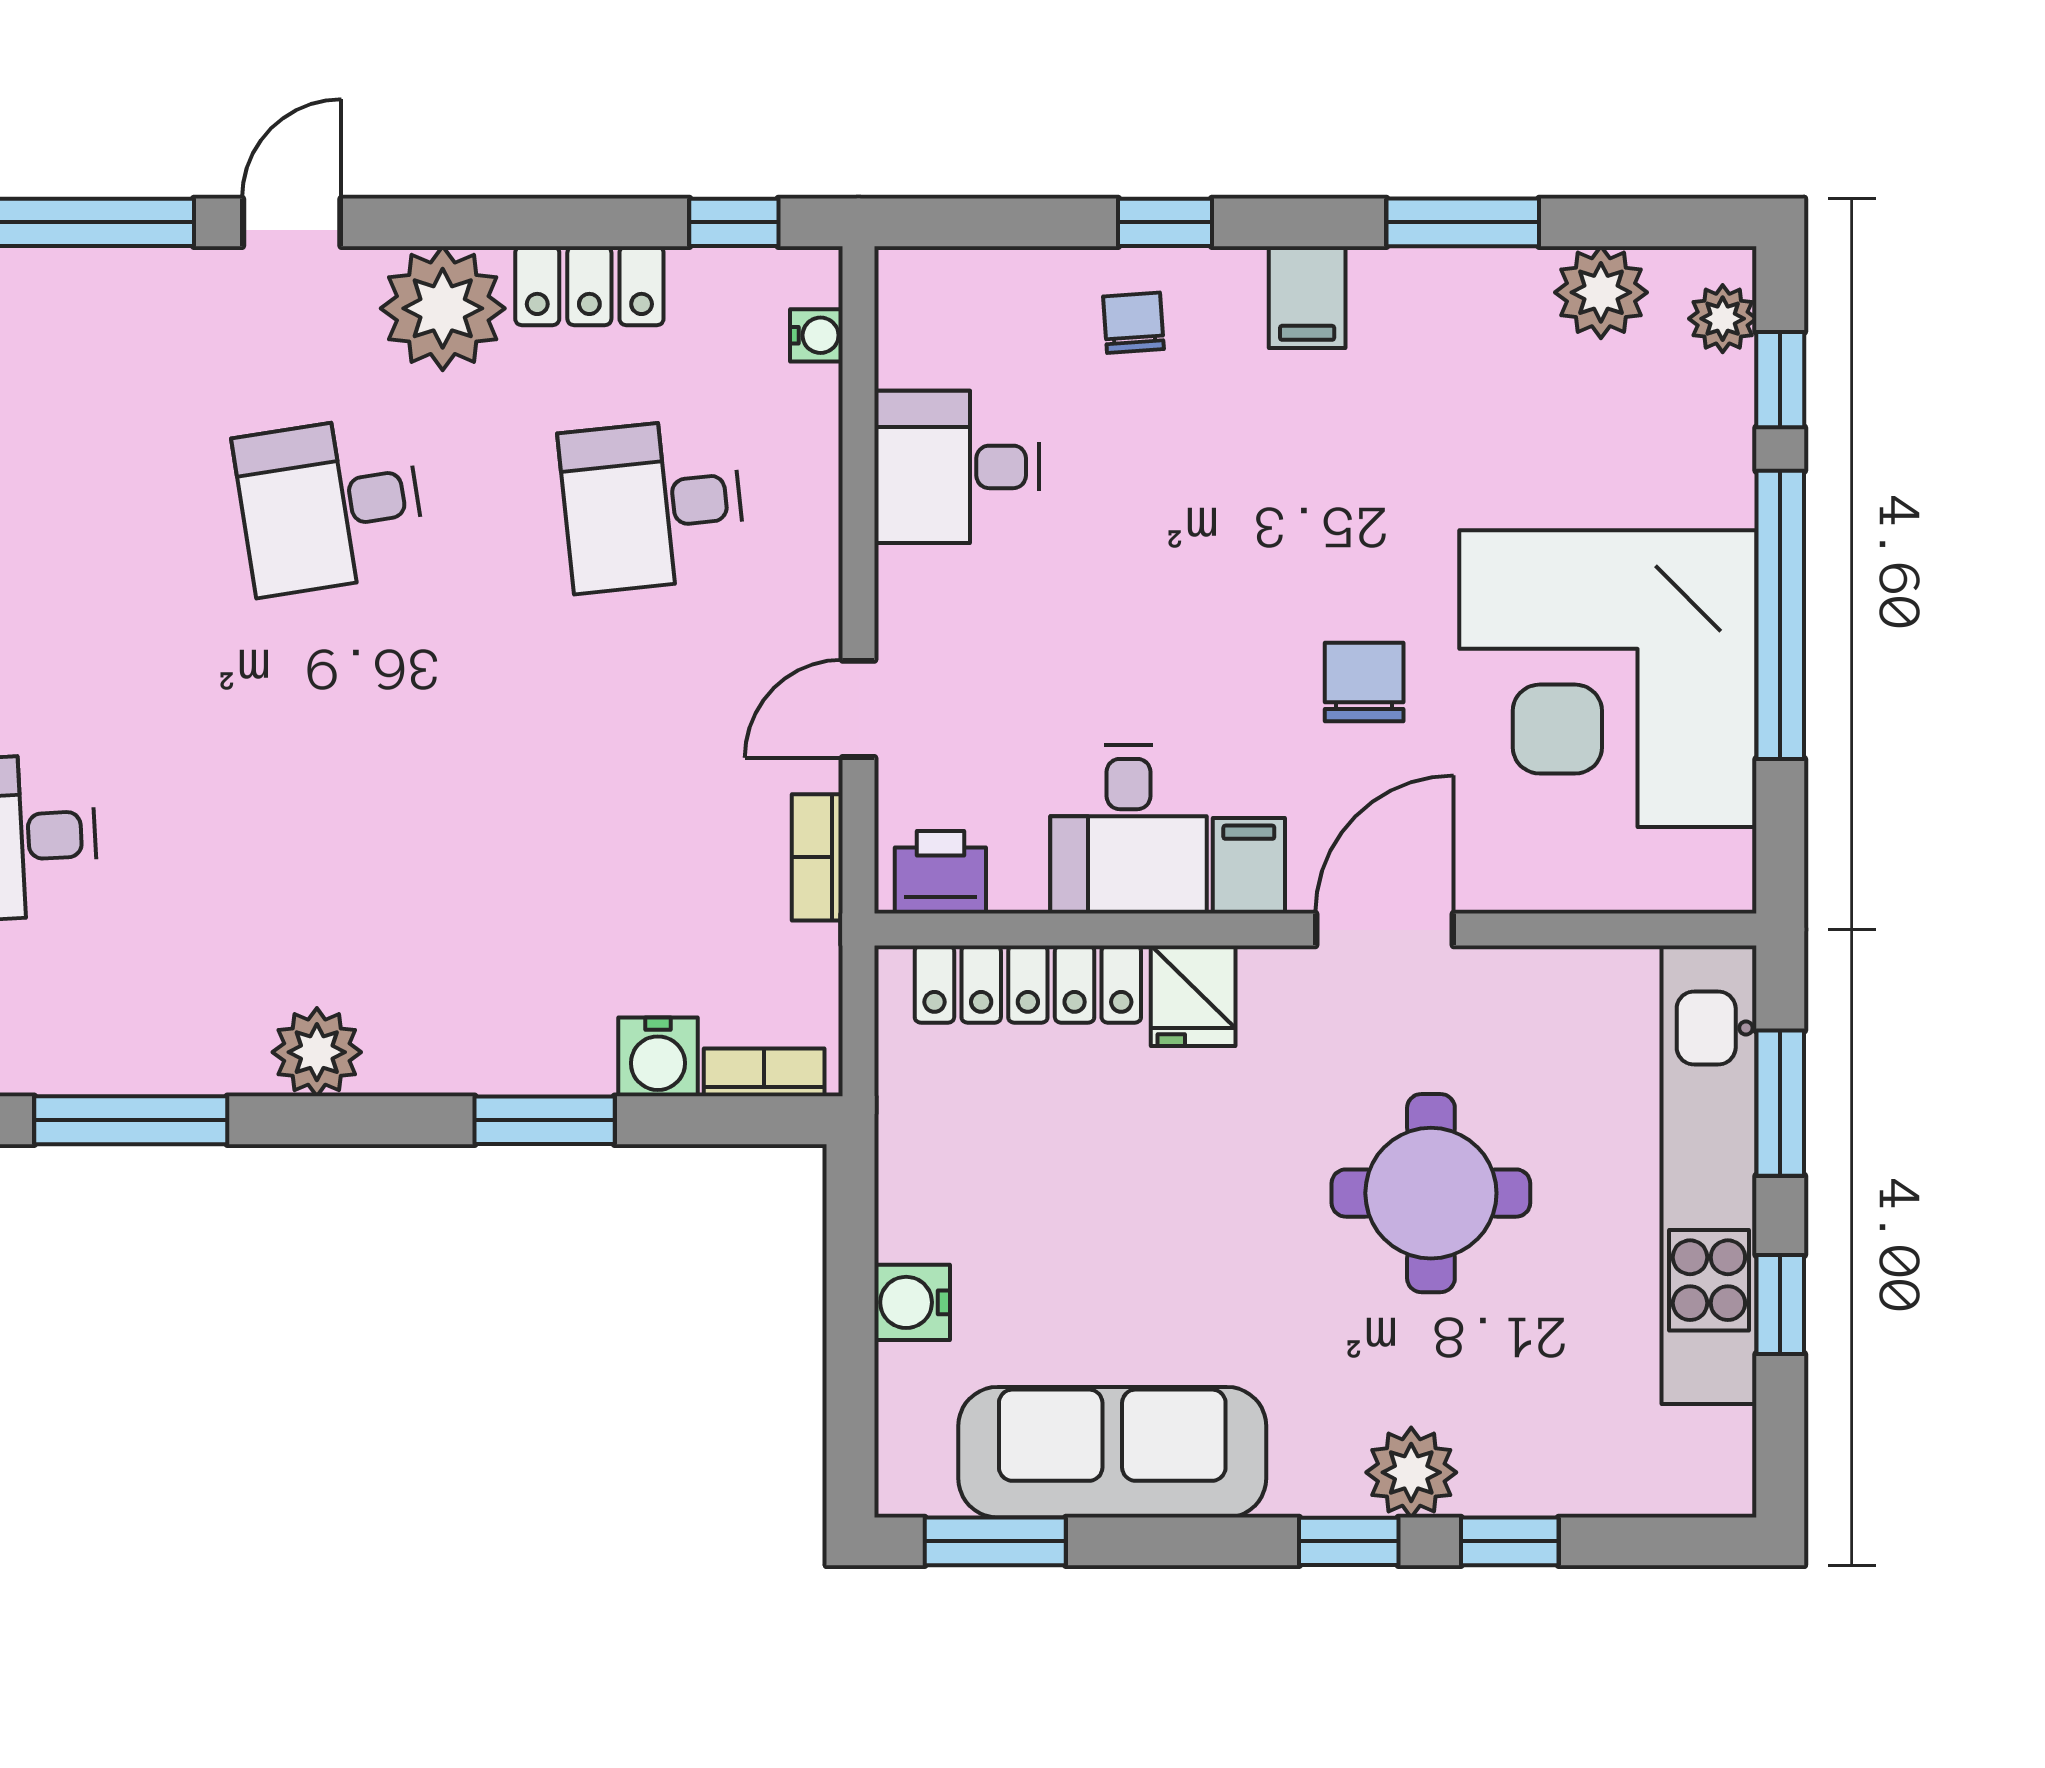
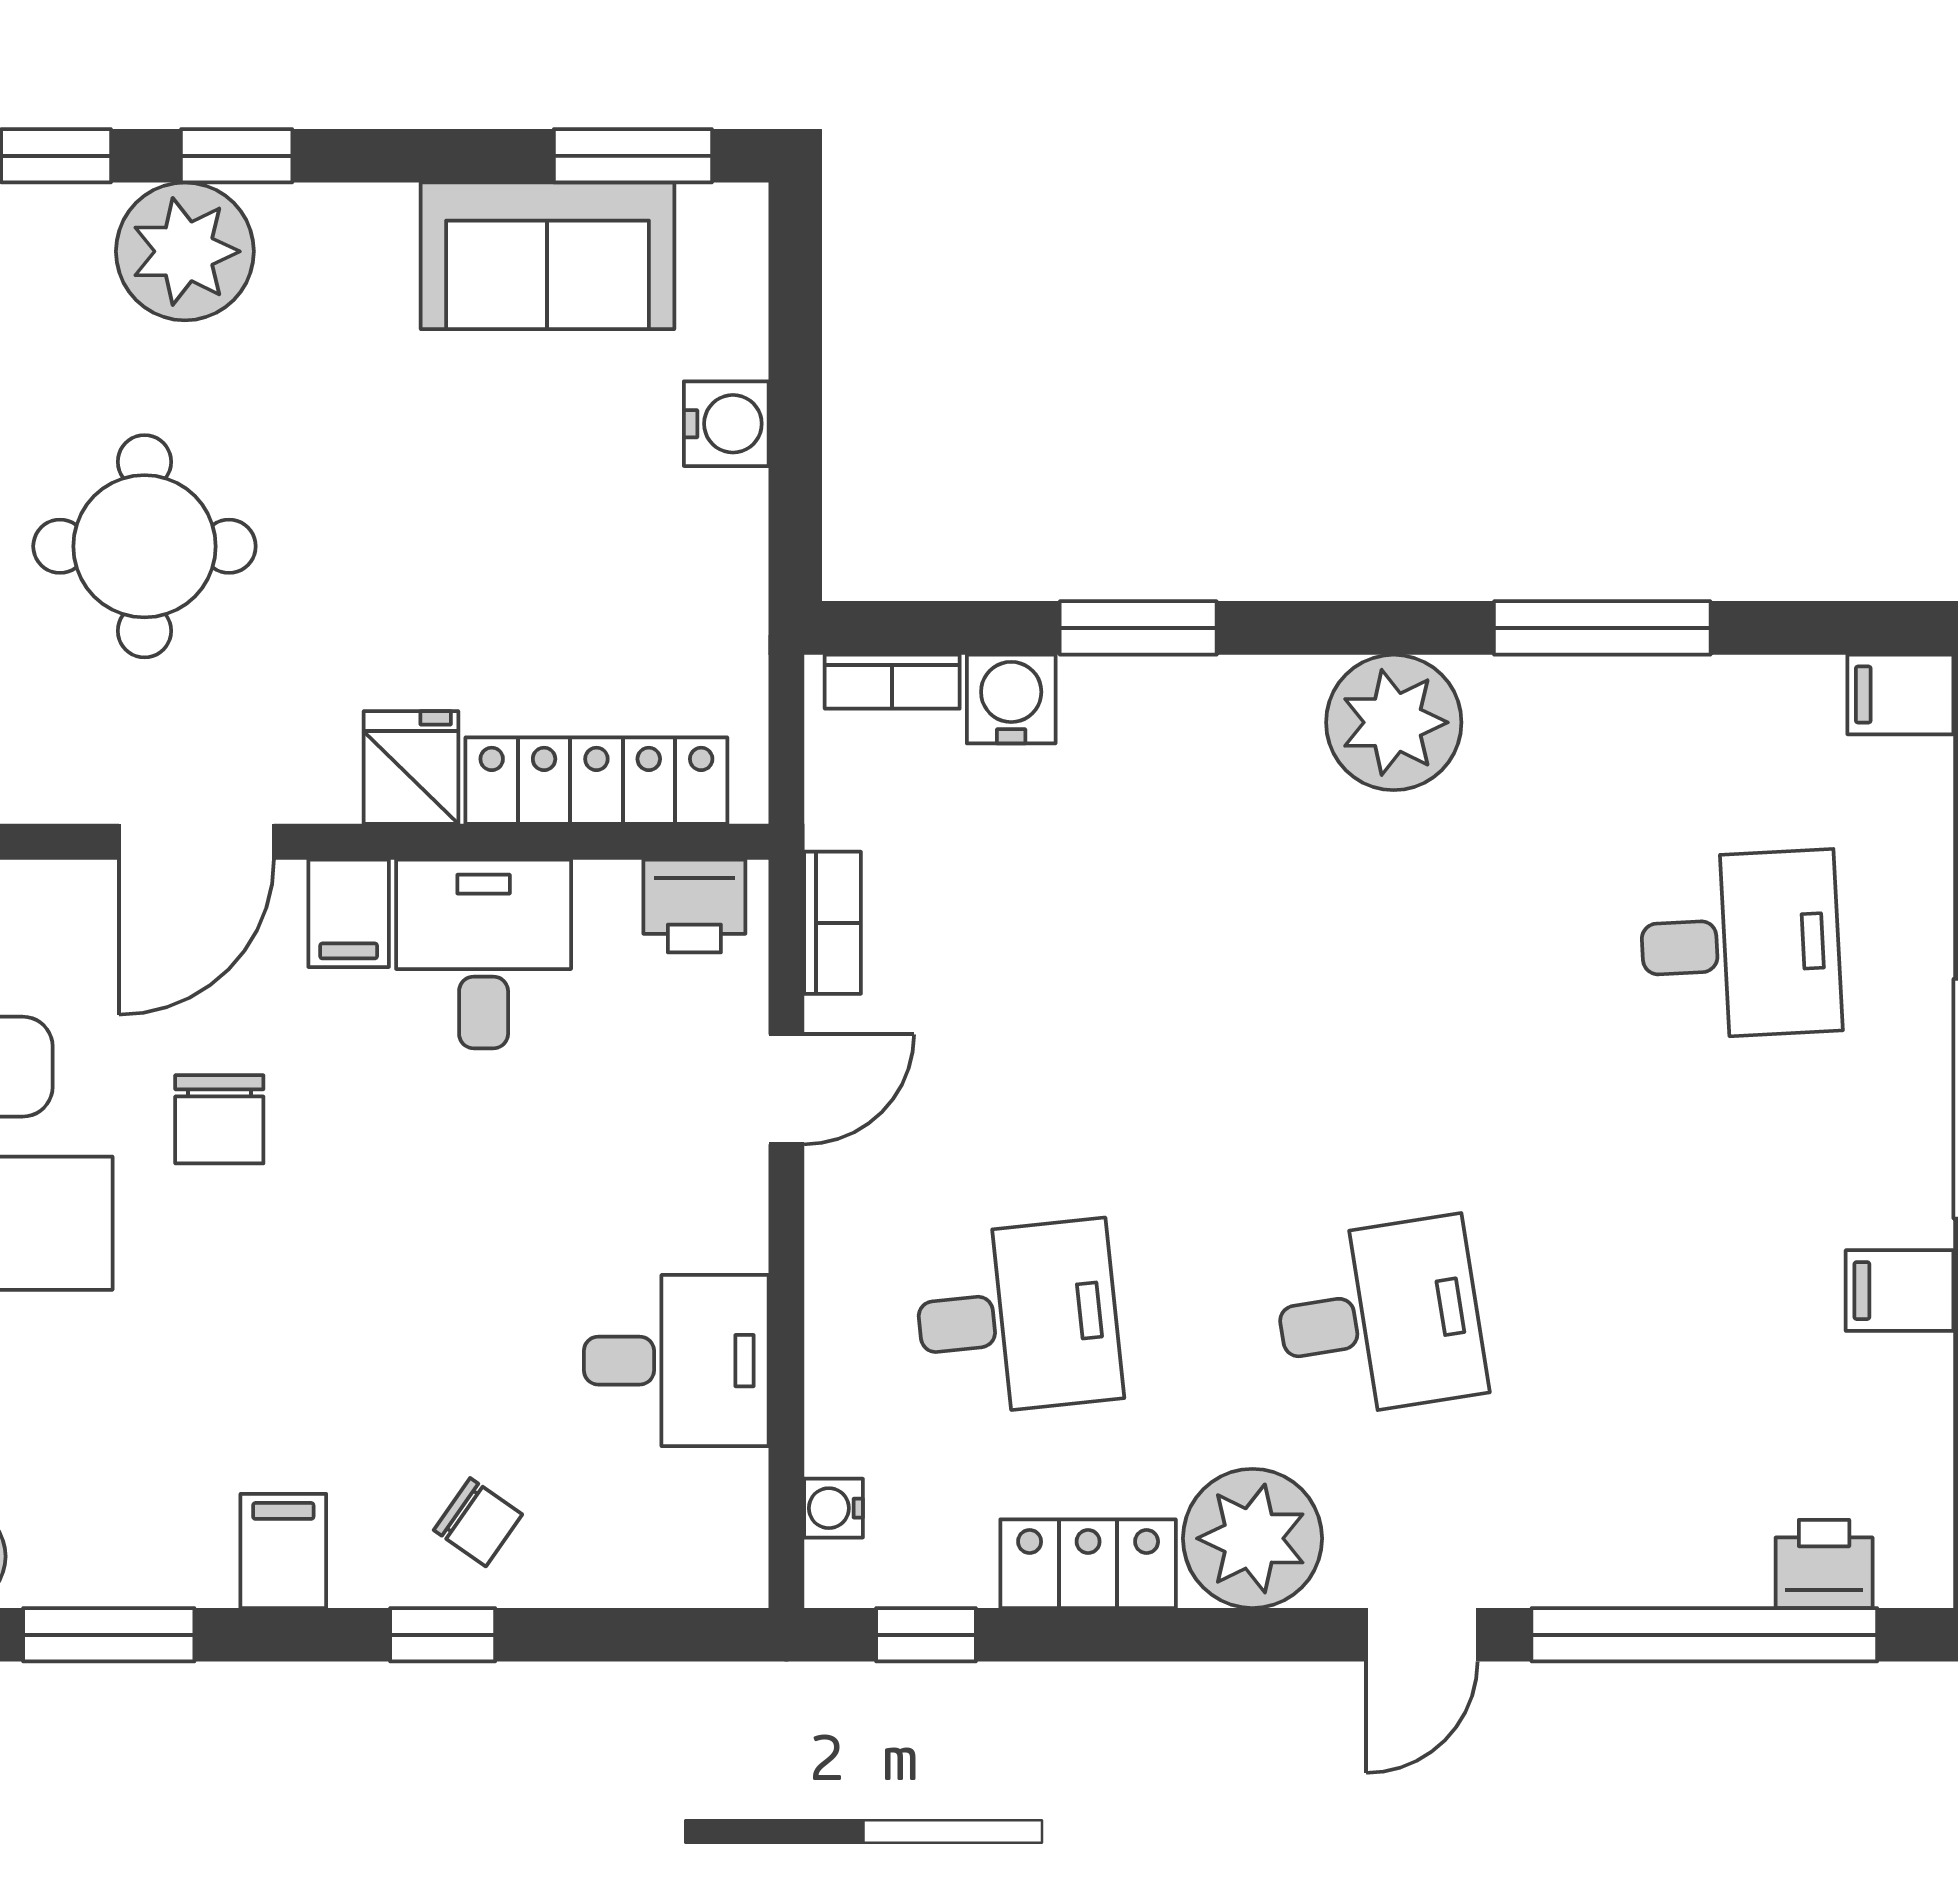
chair: (1134, 323) -> (478, 1522), turned -51
plant: (317, 1052) -> (1394, 722), width x1.36, depth x1.36
sofa: (1112, 1452) -> (547, 256), width x0.73
plant: (1411, 1472) -> (185, 251), width x1.36, depth x1.36

